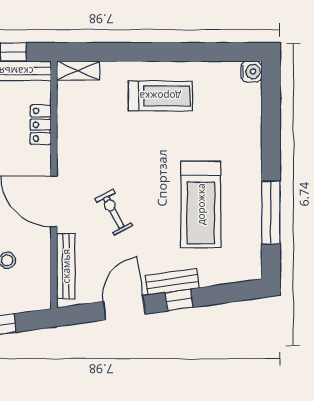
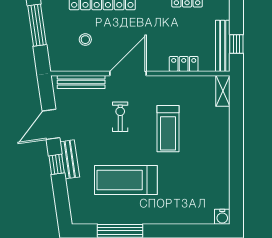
treadmill: (160, 96) -> (168, 129), moved
exercise bike: (114, 212) -> (120, 117), turned -62
door: (124, 308) -> (51, 124), swing flipped

